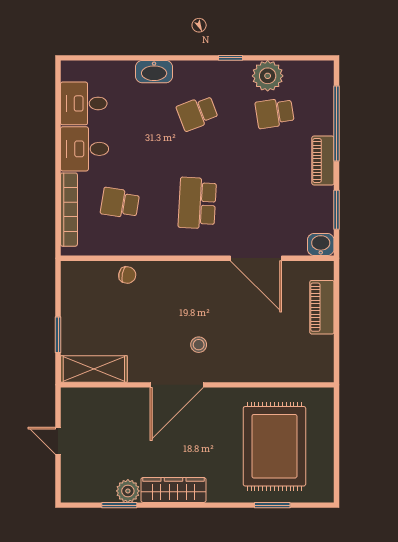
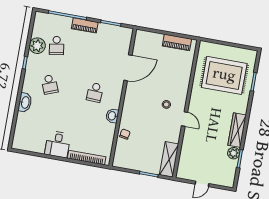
desk: (84, 103) -> (35, 141), removed
school desk: (120, 203) -> (88, 131), removed
school desk: (197, 203) -> (95, 92), width x0.54
washbasin: (321, 245) -> (112, 116), moved
piano: (322, 307) -> (177, 42), moved
door: (177, 385) -> (185, 119), width x0.53

